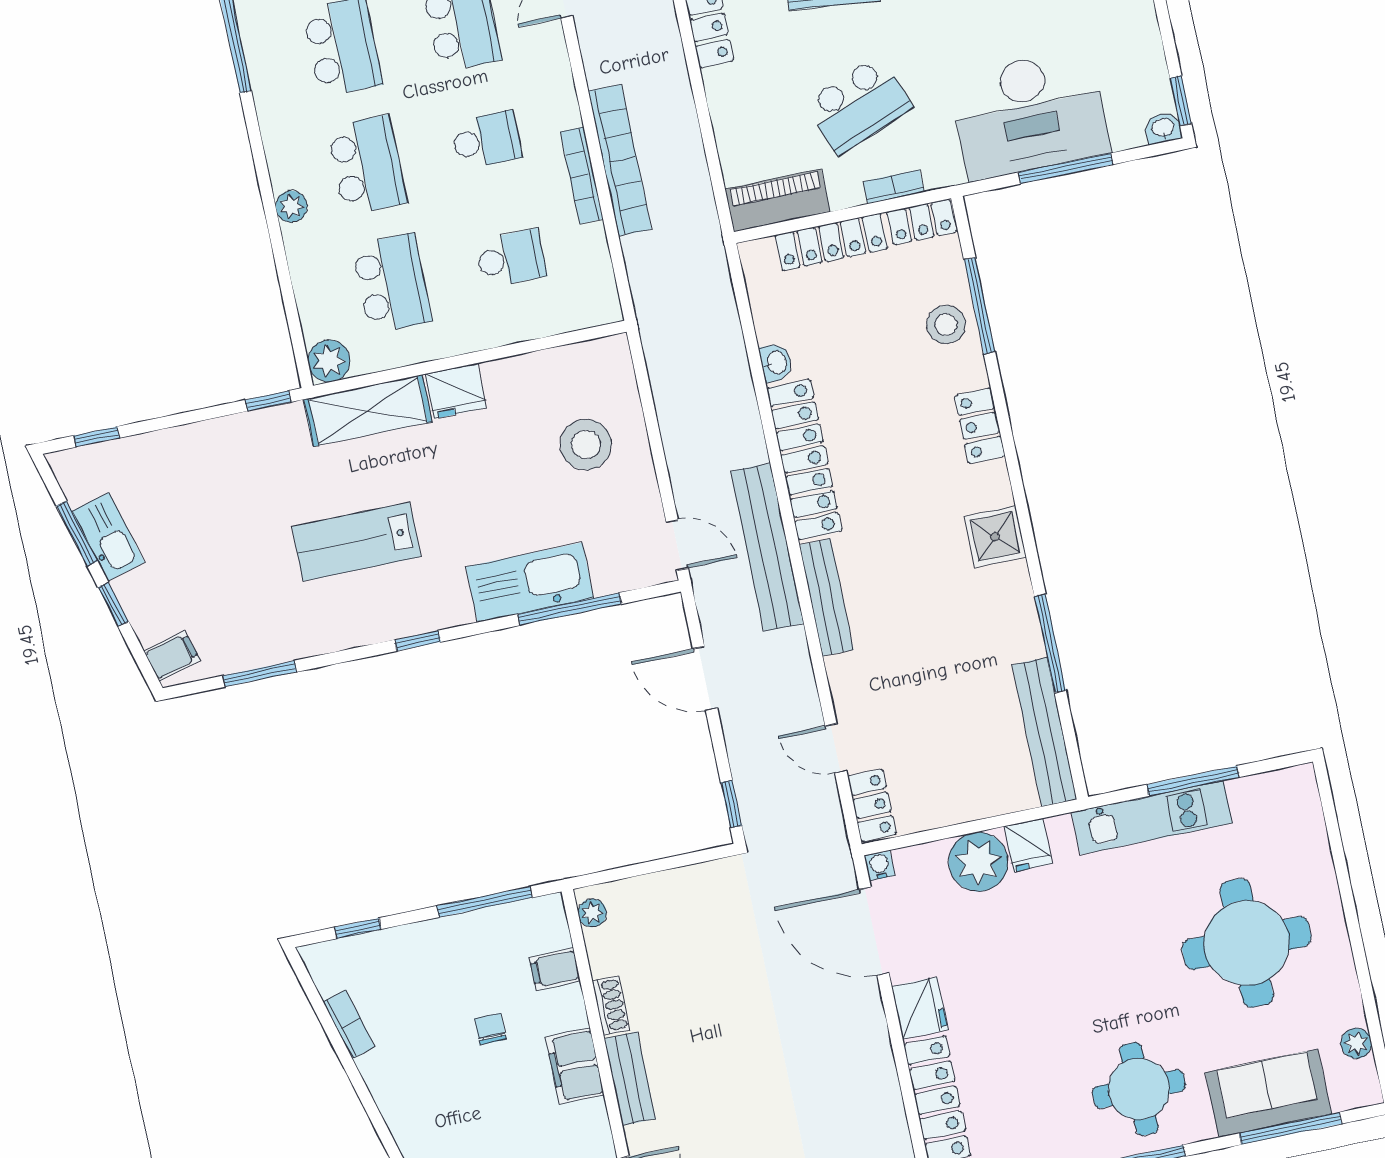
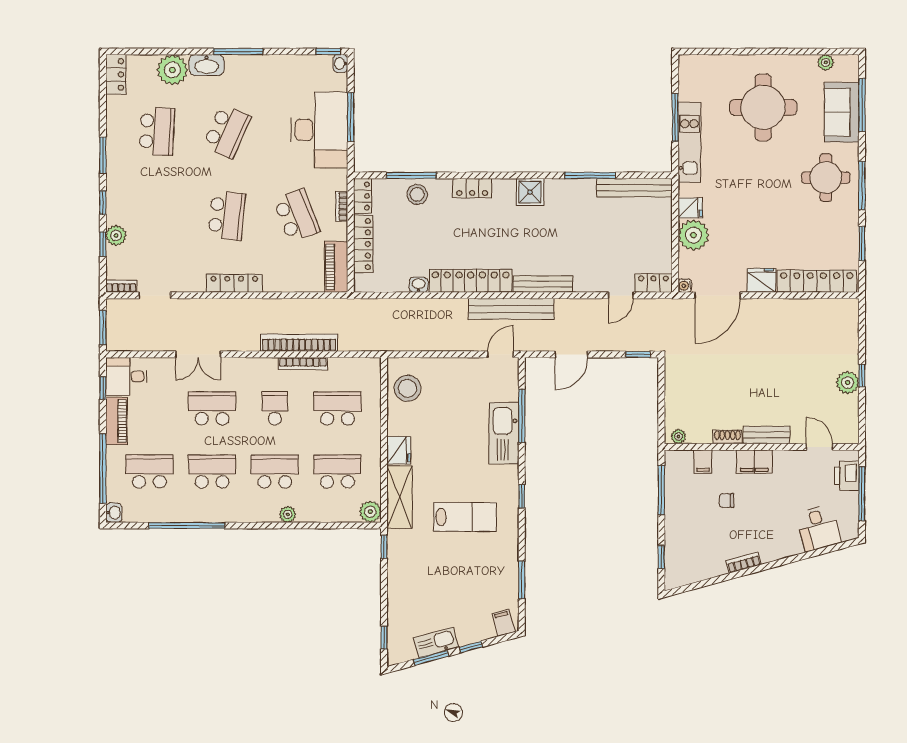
school desk: (511, 258) -> (337, 408), width x1.85
stool: (586, 444) -> (407, 388), moved
lab bench: (356, 542) -> (465, 517), turned -90
bookcase: (349, 1024) -> (744, 563), moved

